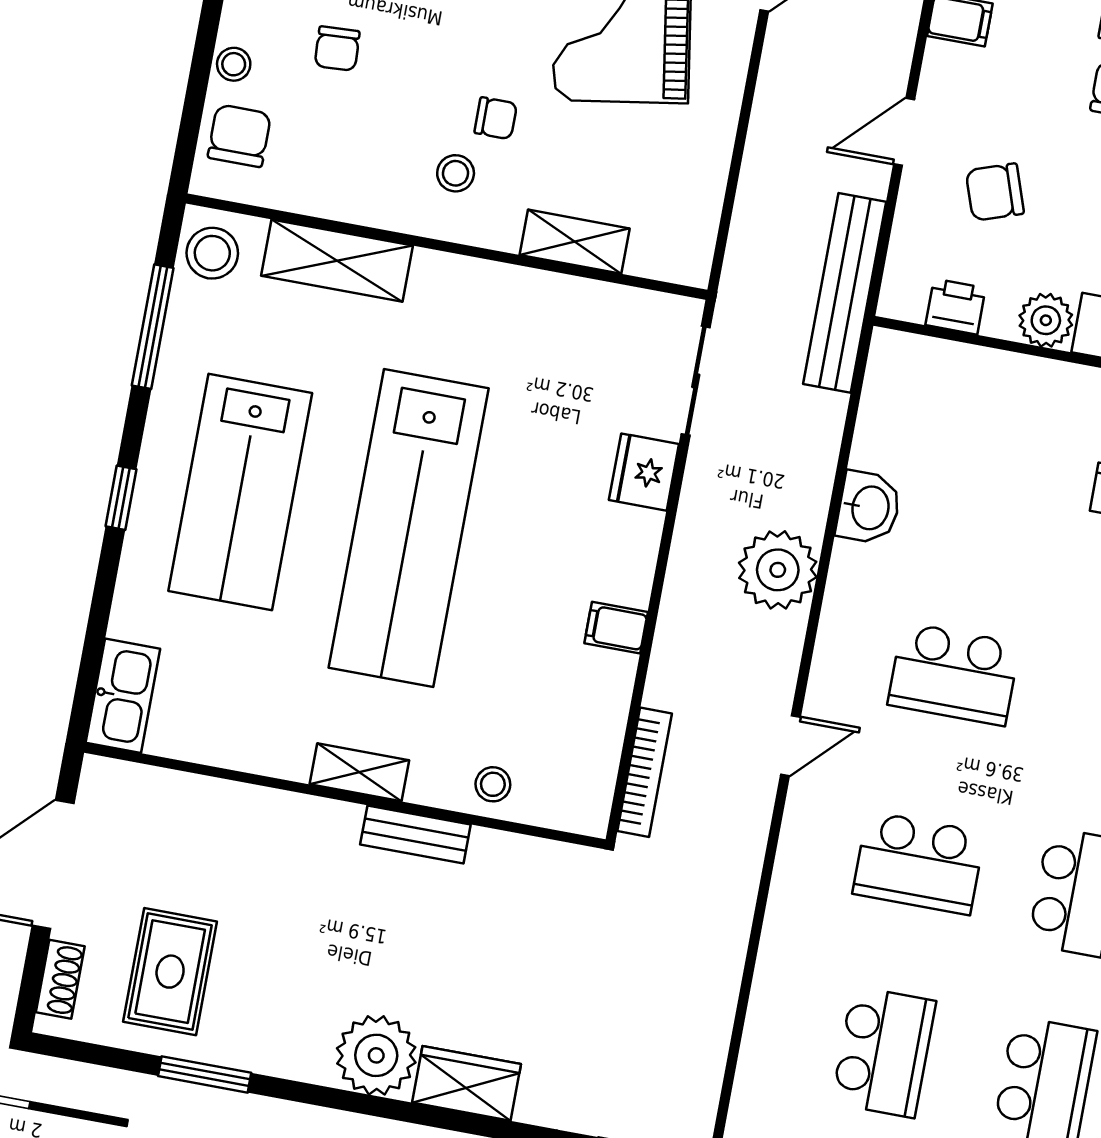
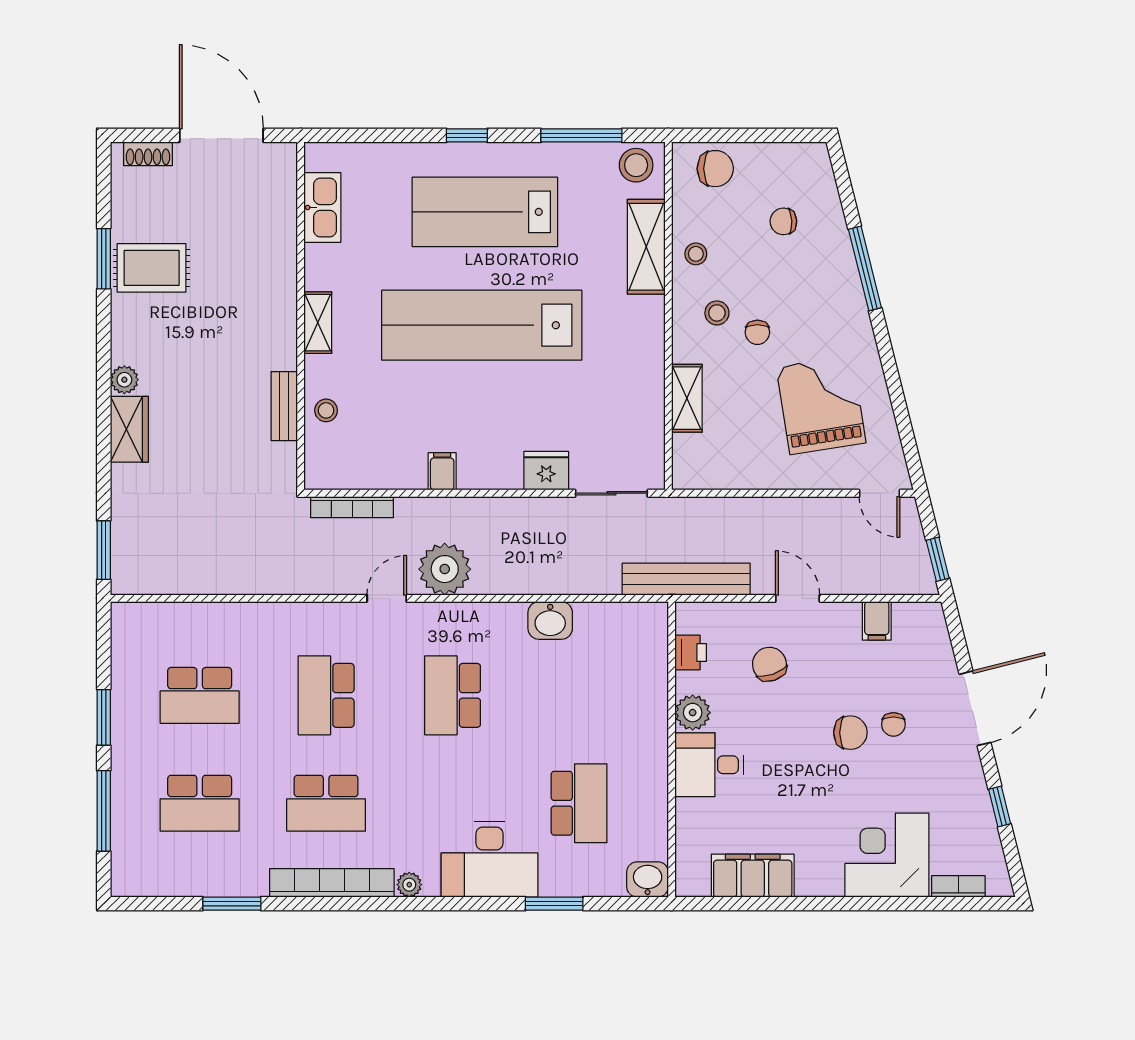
stool: (234, 64) -> (696, 254), moved
plant: (778, 570) -> (445, 569), moved
kitchen sink: (123, 696) -> (322, 207), moved, turned -90
door: (790, 746) -> (387, 598), swing flipped
bench: (415, 834) -> (284, 406), moved
rug: (170, 972) -> (152, 268), moved
plant: (376, 1055) -> (124, 380), width x0.53, depth x0.53

